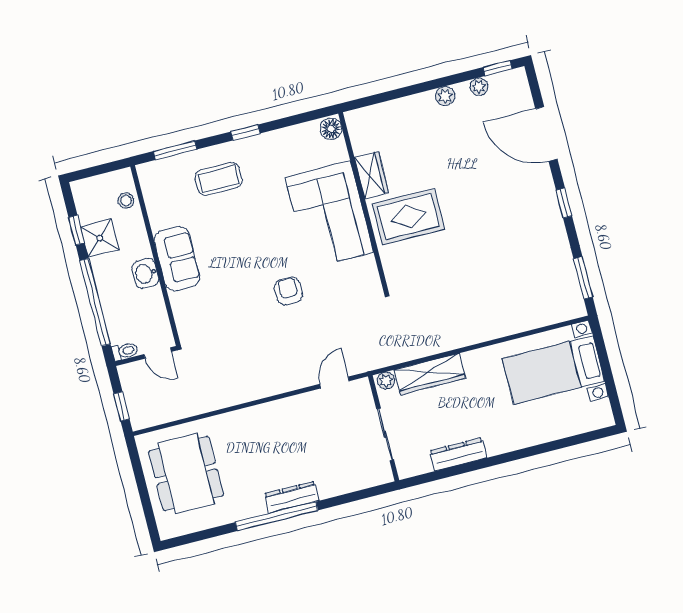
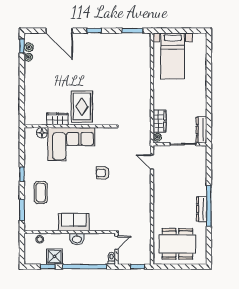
plant: (445, 96) -> (29, 47), moved
floor lamp: (331, 129) -> (42, 133), moved
door: (546, 134) -> (59, 31), hinge flipped
wardrobe: (430, 374) -> (160, 121), width x0.67
dresser: (458, 454) -> (201, 130), moved
dresser: (292, 497) -> (202, 209), moved

